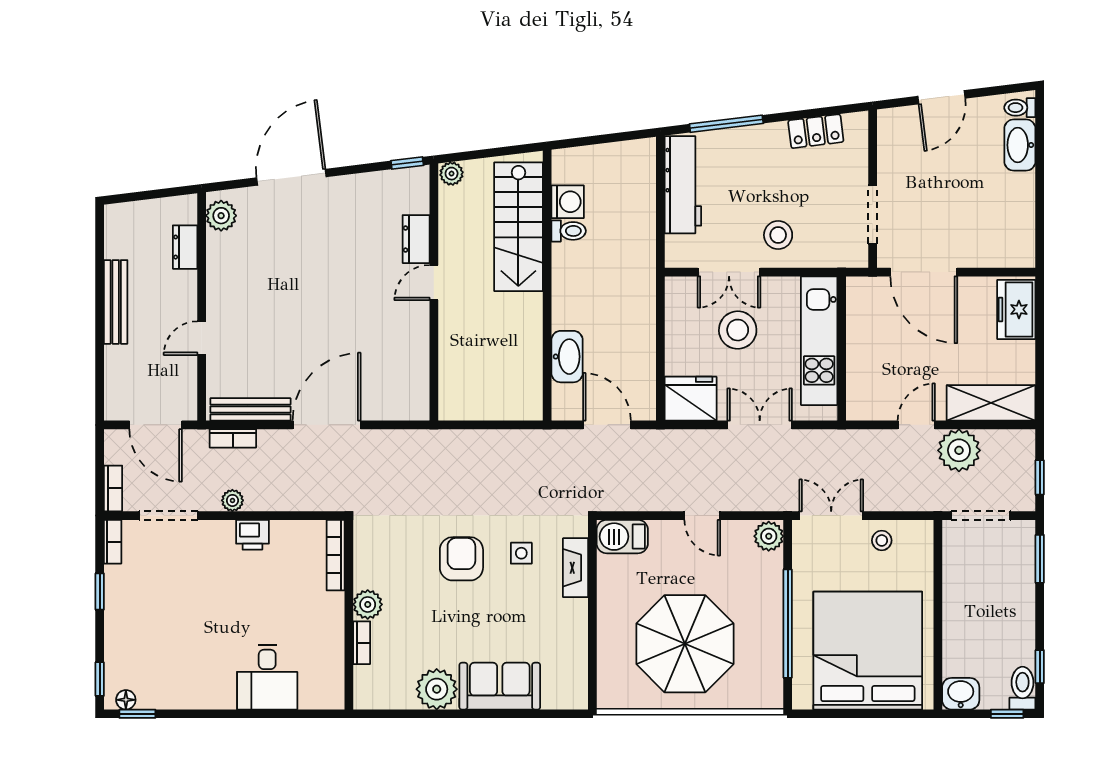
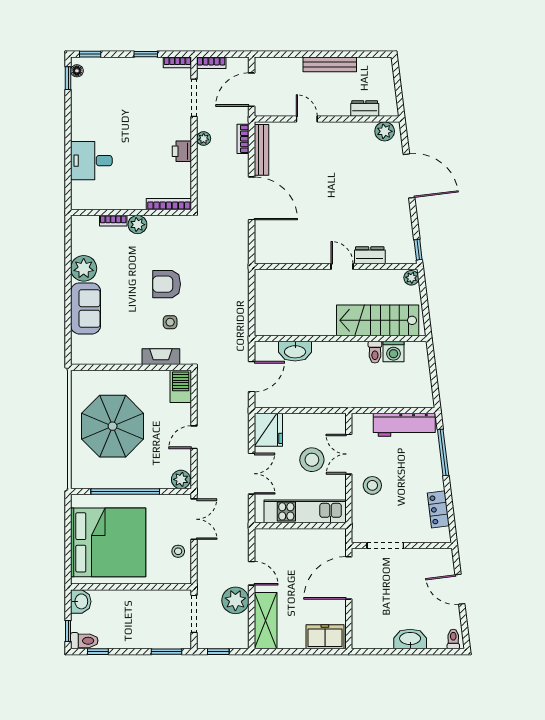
washbasin: (1020, 145) -> (410, 639), moved
armchair: (461, 559) -> (167, 284), turned 180

